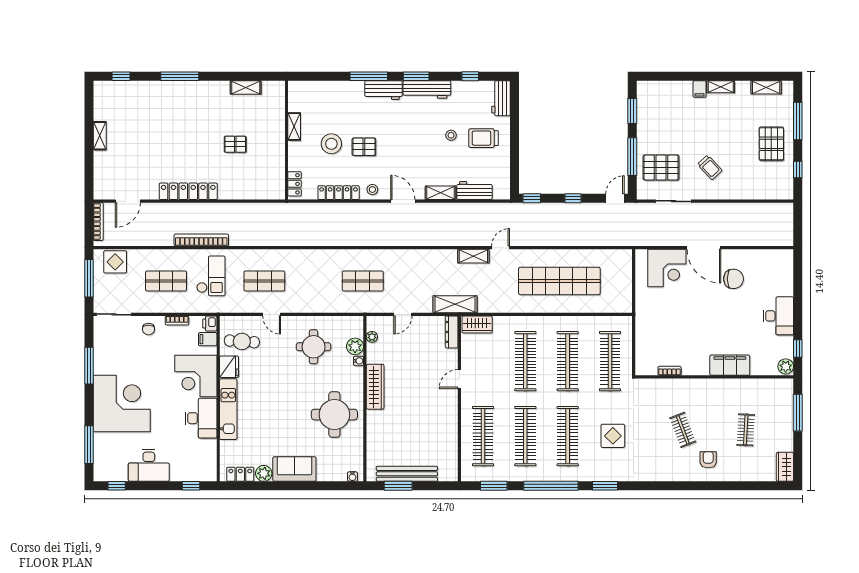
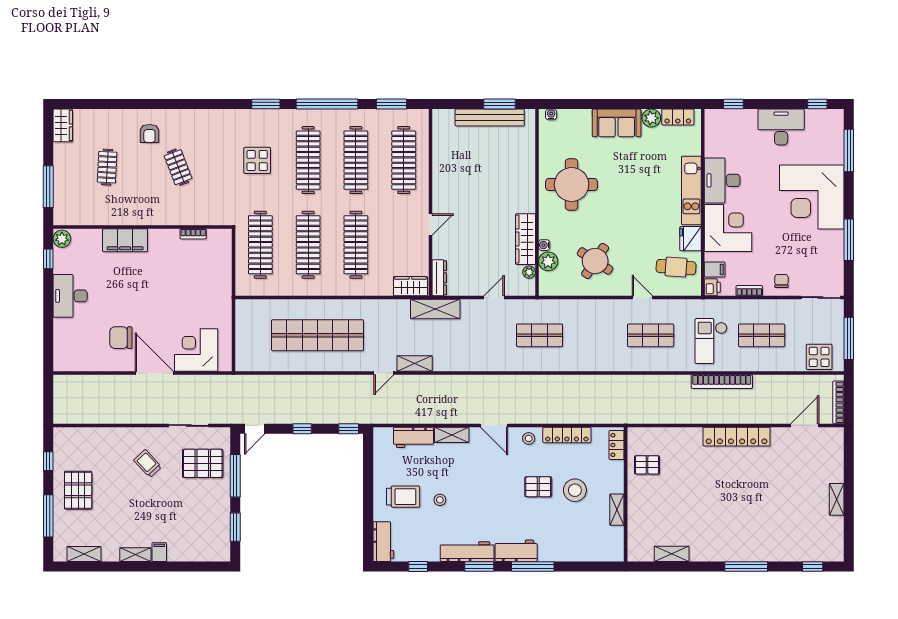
pallet: (235, 144) -> (647, 465), moved
round table: (314, 347) -> (595, 261), turned 33
wardrobe: (375, 387) -> (526, 239), moved

